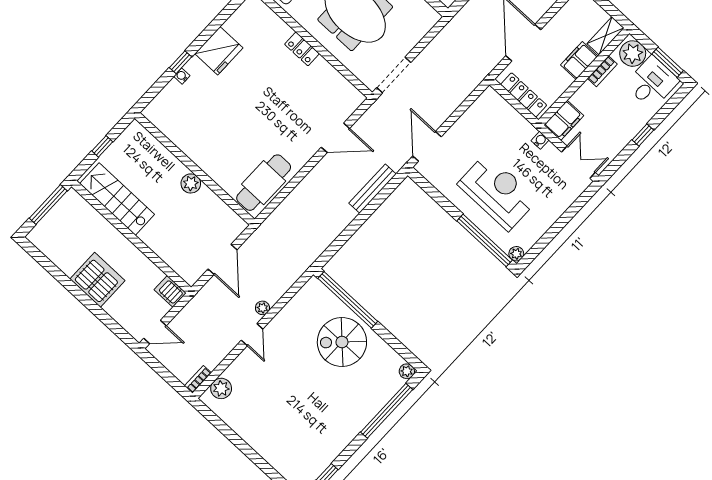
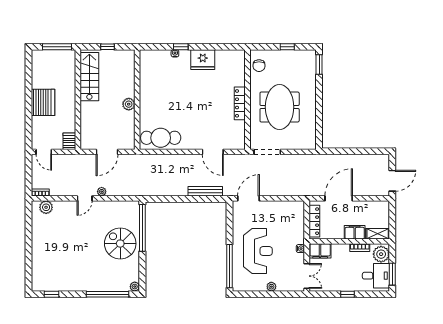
locker: (302, 49) -> (240, 103), width x1.53
plant: (516, 254) -> (271, 287), moved

